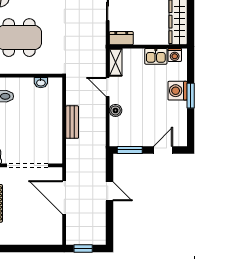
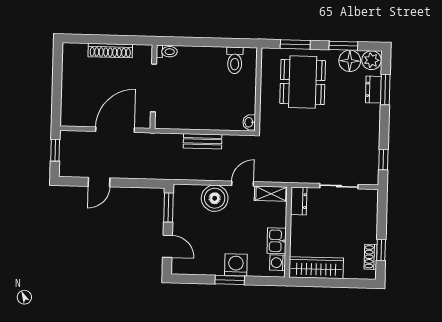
washbasin: (41, 83) -> (249, 122), moved
boiler: (115, 110) -> (215, 198), width x1.86, depth x1.86
door: (109, 191) -> (99, 182), moved

